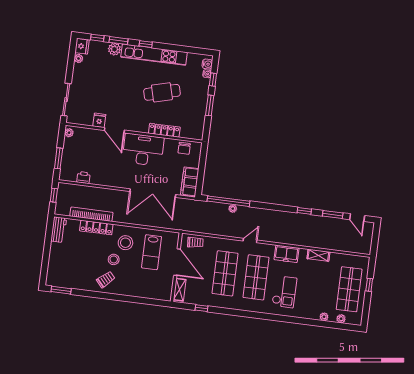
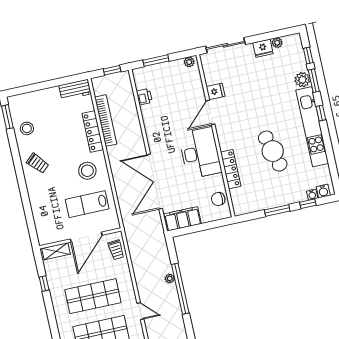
fridge: (82, 46) -> (263, 48), moved
window: (228, 201) -> (180, 289), moved
stool: (114, 259) -> (27, 128), moved

